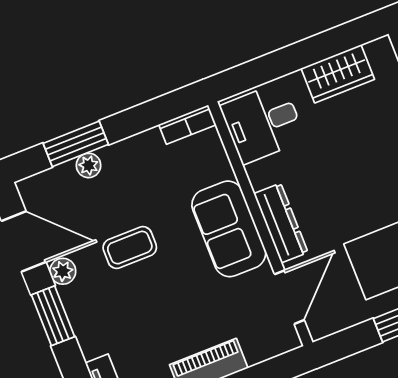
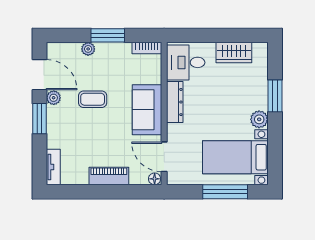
window: (76, 144) -> (108, 35), moved
dresser: (281, 223) -> (175, 102), moved
door: (289, 297) -> (164, 157), swing flipped
floor lamp: (288, 341) -> (155, 179), added

